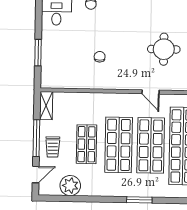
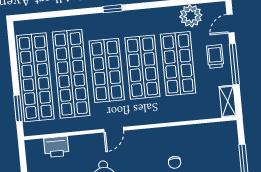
door: (151, 92) -> (114, 130), swing flipped
shop shelf: (86, 144) -> (178, 64), width x1.43, depth x1.36
window: (139, 200) -> (112, 9), width x0.67

